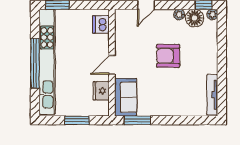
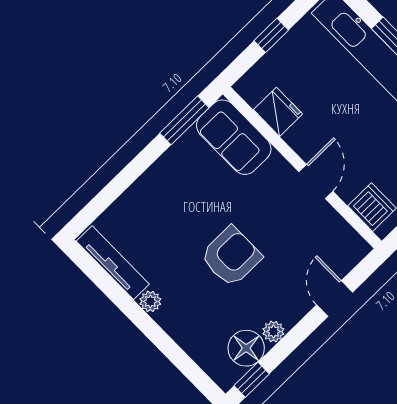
plant: (212, 14) -> (150, 301), moved
door: (112, 65) -> (316, 181), moved
window: (77, 120) -> (271, 35), width x0.67

